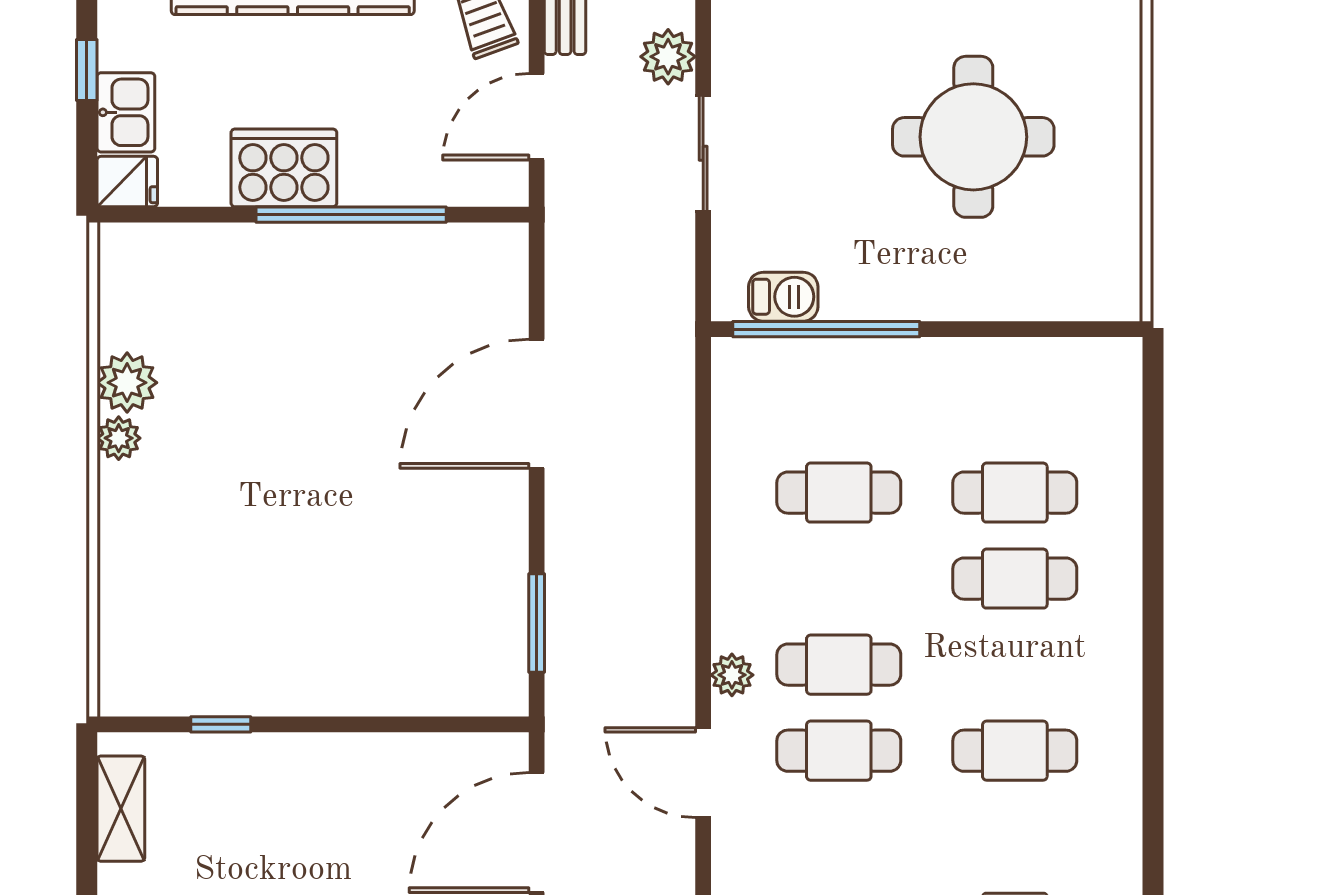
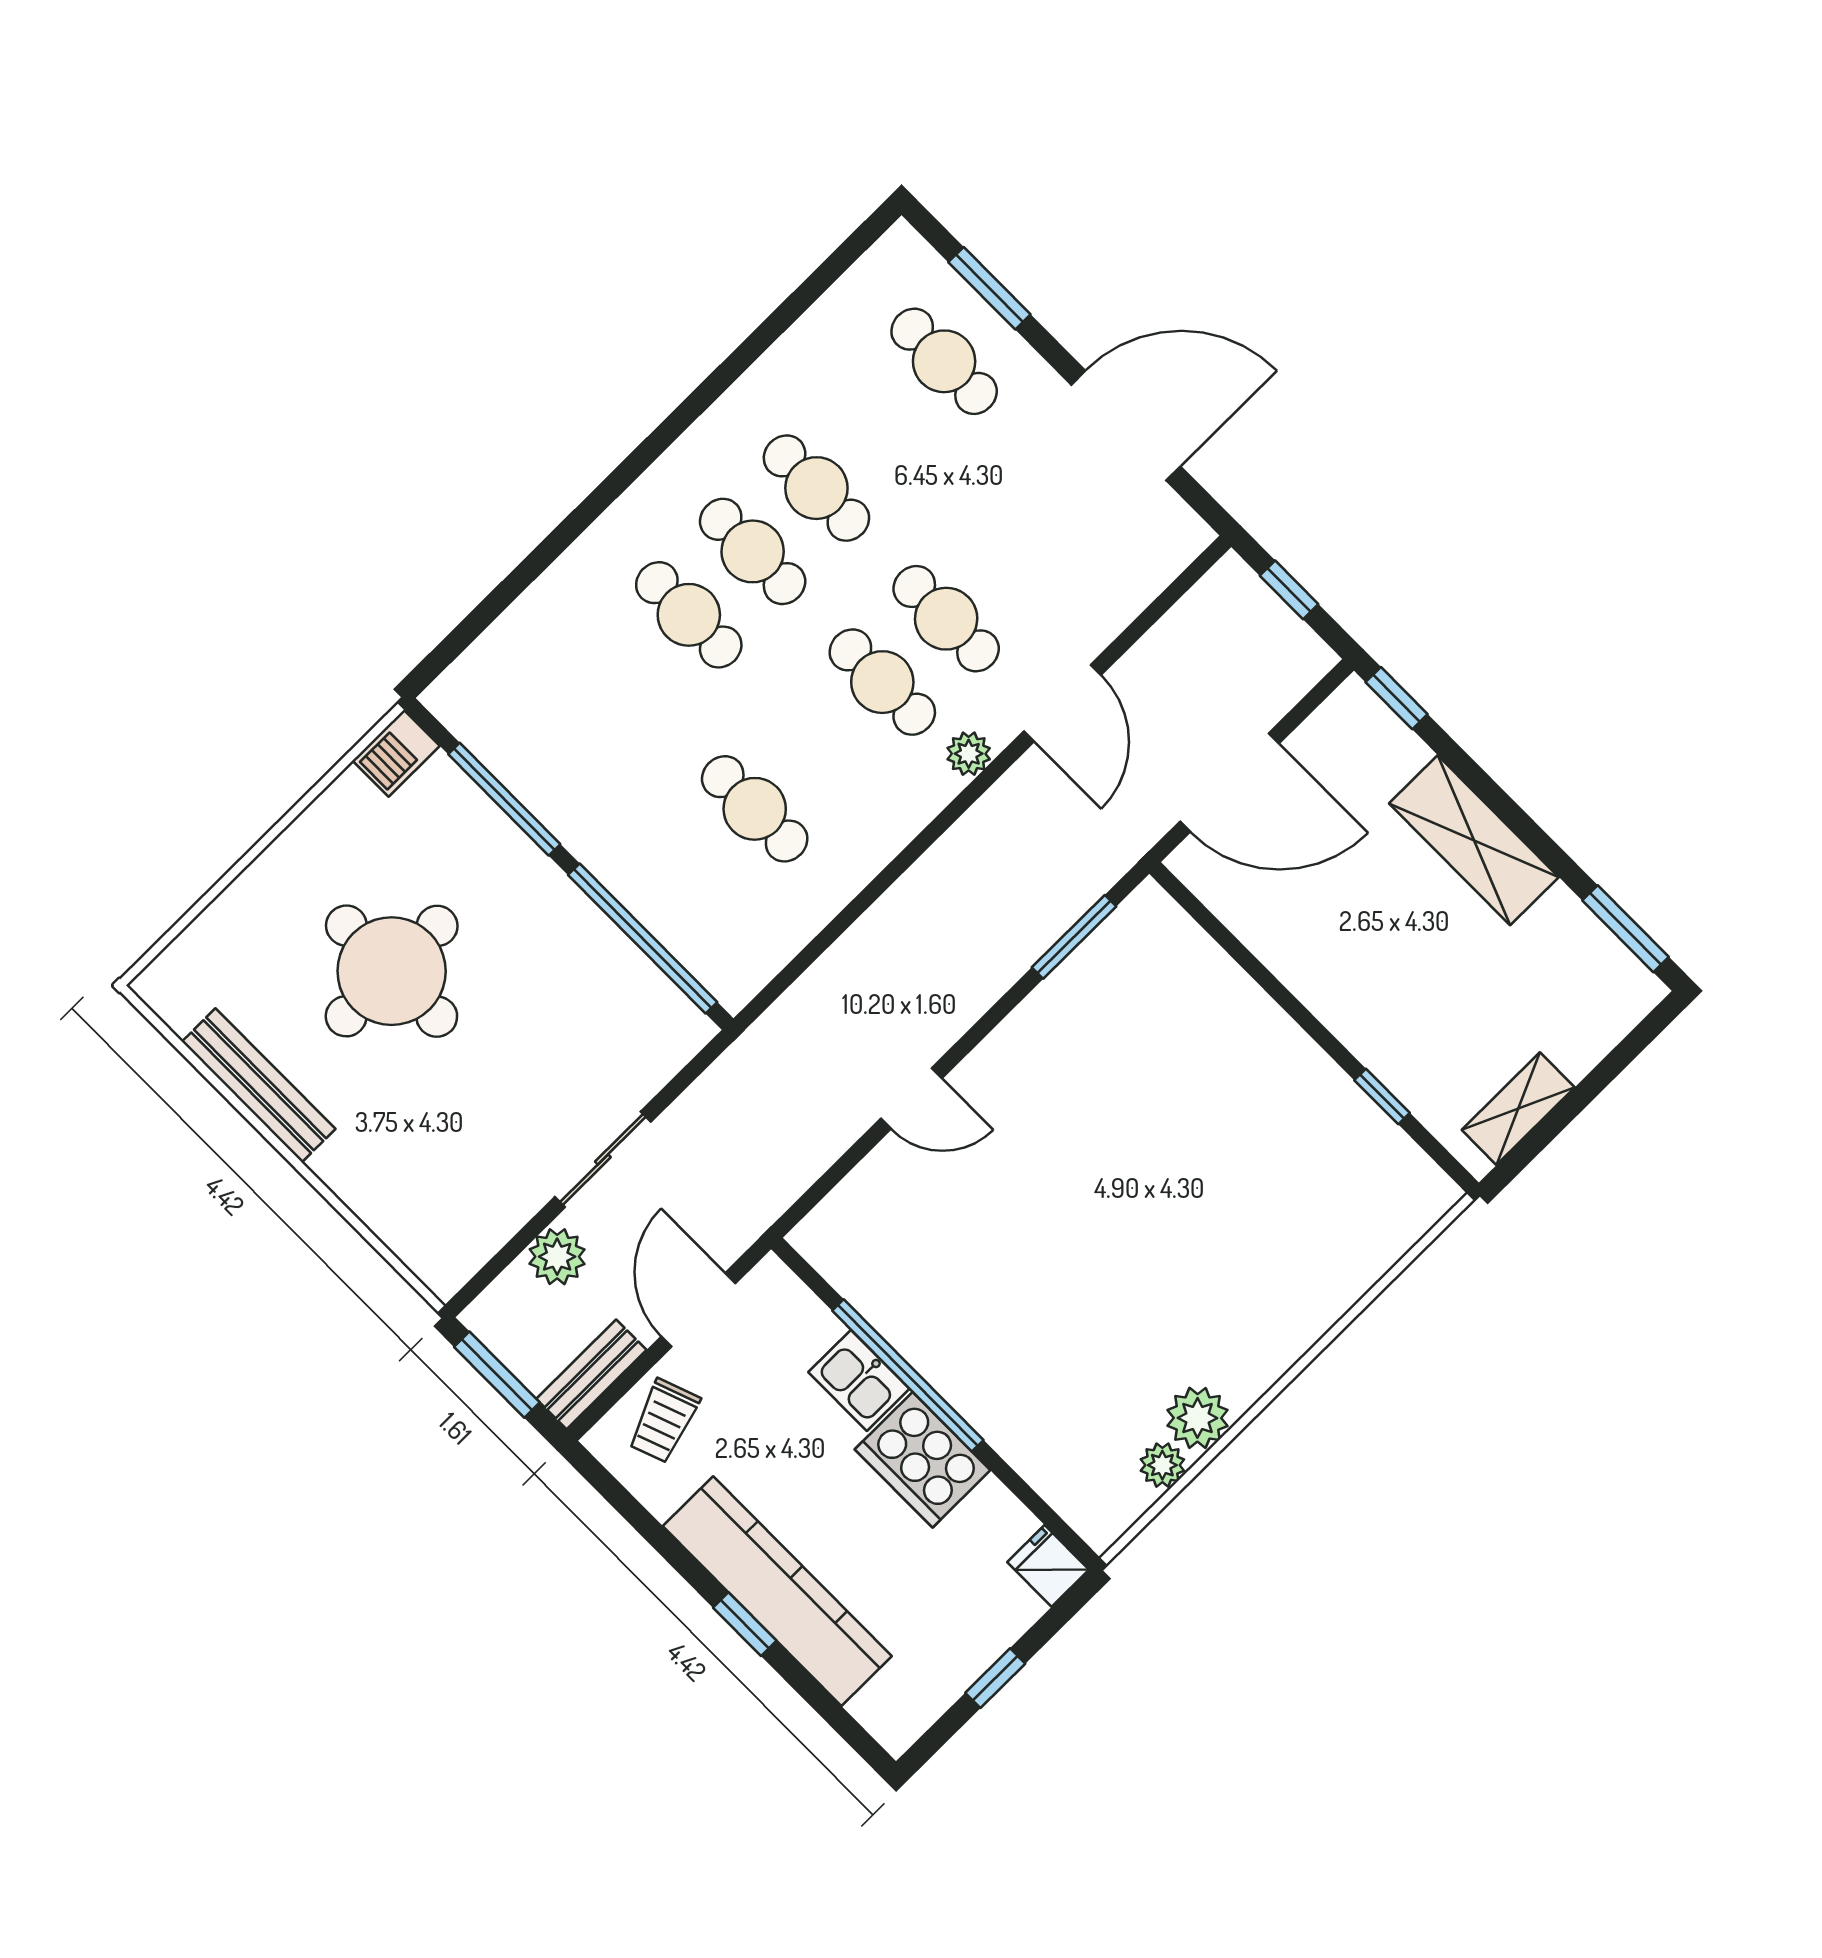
kitchen sink: (126, 112) -> (859, 1380), moved, turned -90
door: (537, 117) -> (698, 1310), swing flipped
barbecue: (783, 297) -> (396, 753), moved, turned -90
window: (1014, 329) -> (504, 799), added
door: (537, 404) -> (911, 1098), width x0.53
plant: (119, 438) -> (1162, 1465), moved
cafe table: (1015, 493) -> (753, 551), moved

